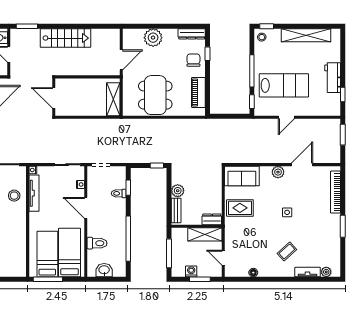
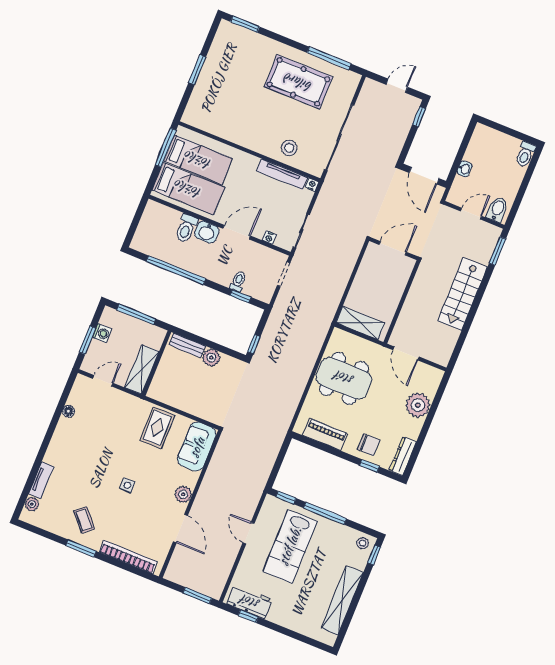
workbench: (333, 78) -> (250, 602), moved
dresser: (212, 219) -> (157, 386), removed
coffee table: (287, 251) -> (84, 520), moved
washbasin: (104, 270) -> (207, 232), moved, turned 90

